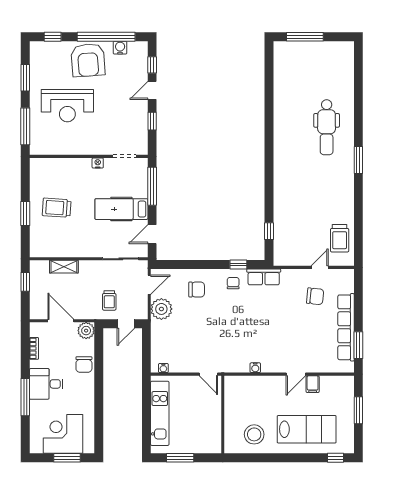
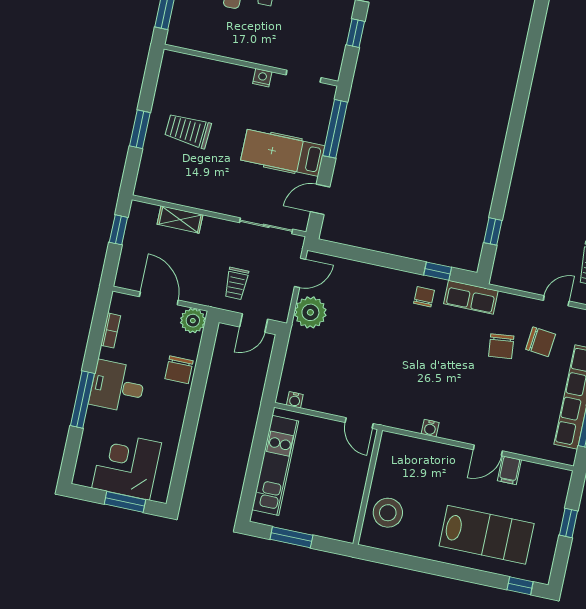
chair: (197, 290) -> (501, 346), moved, turned 84
window: (358, 410) -> (568, 523), width x0.67
stool: (254, 434) -> (388, 513), moved

